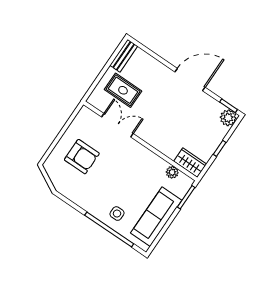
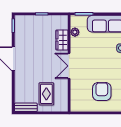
plant: (228, 118) -> (20, 21), removed
double door: (117, 125) -> (69, 66), moved
wardrobe: (190, 163) -> (62, 40), moved

